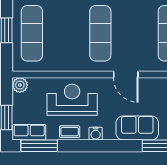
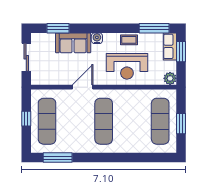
door: (126, 75) -> (83, 87), hinge flipped
row of seats: (29, 132) -> (170, 46), moved, turned 90
water cooler: (96, 134) -> (97, 38), moved

